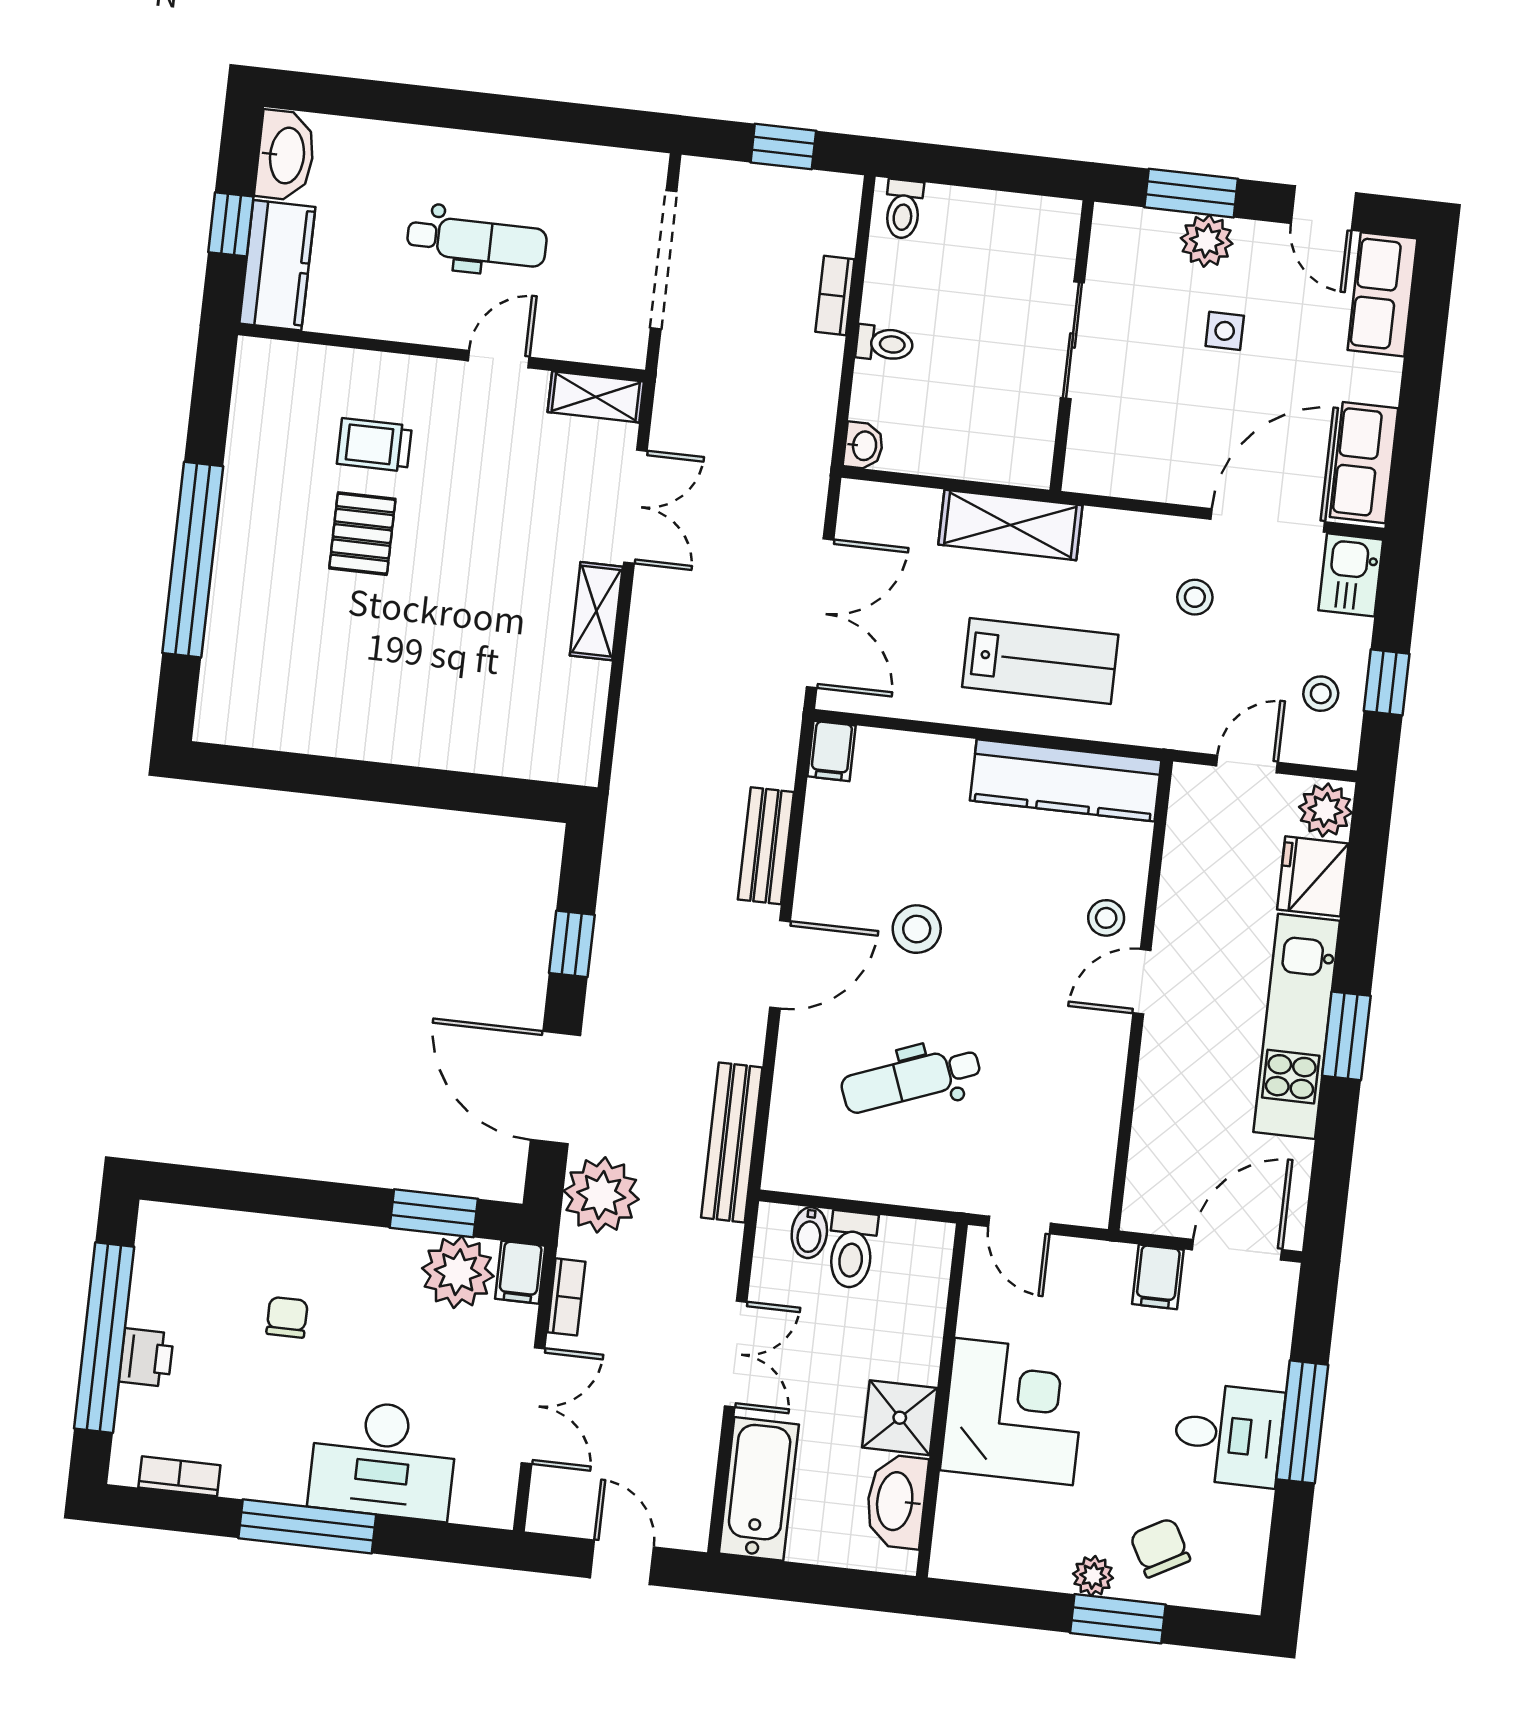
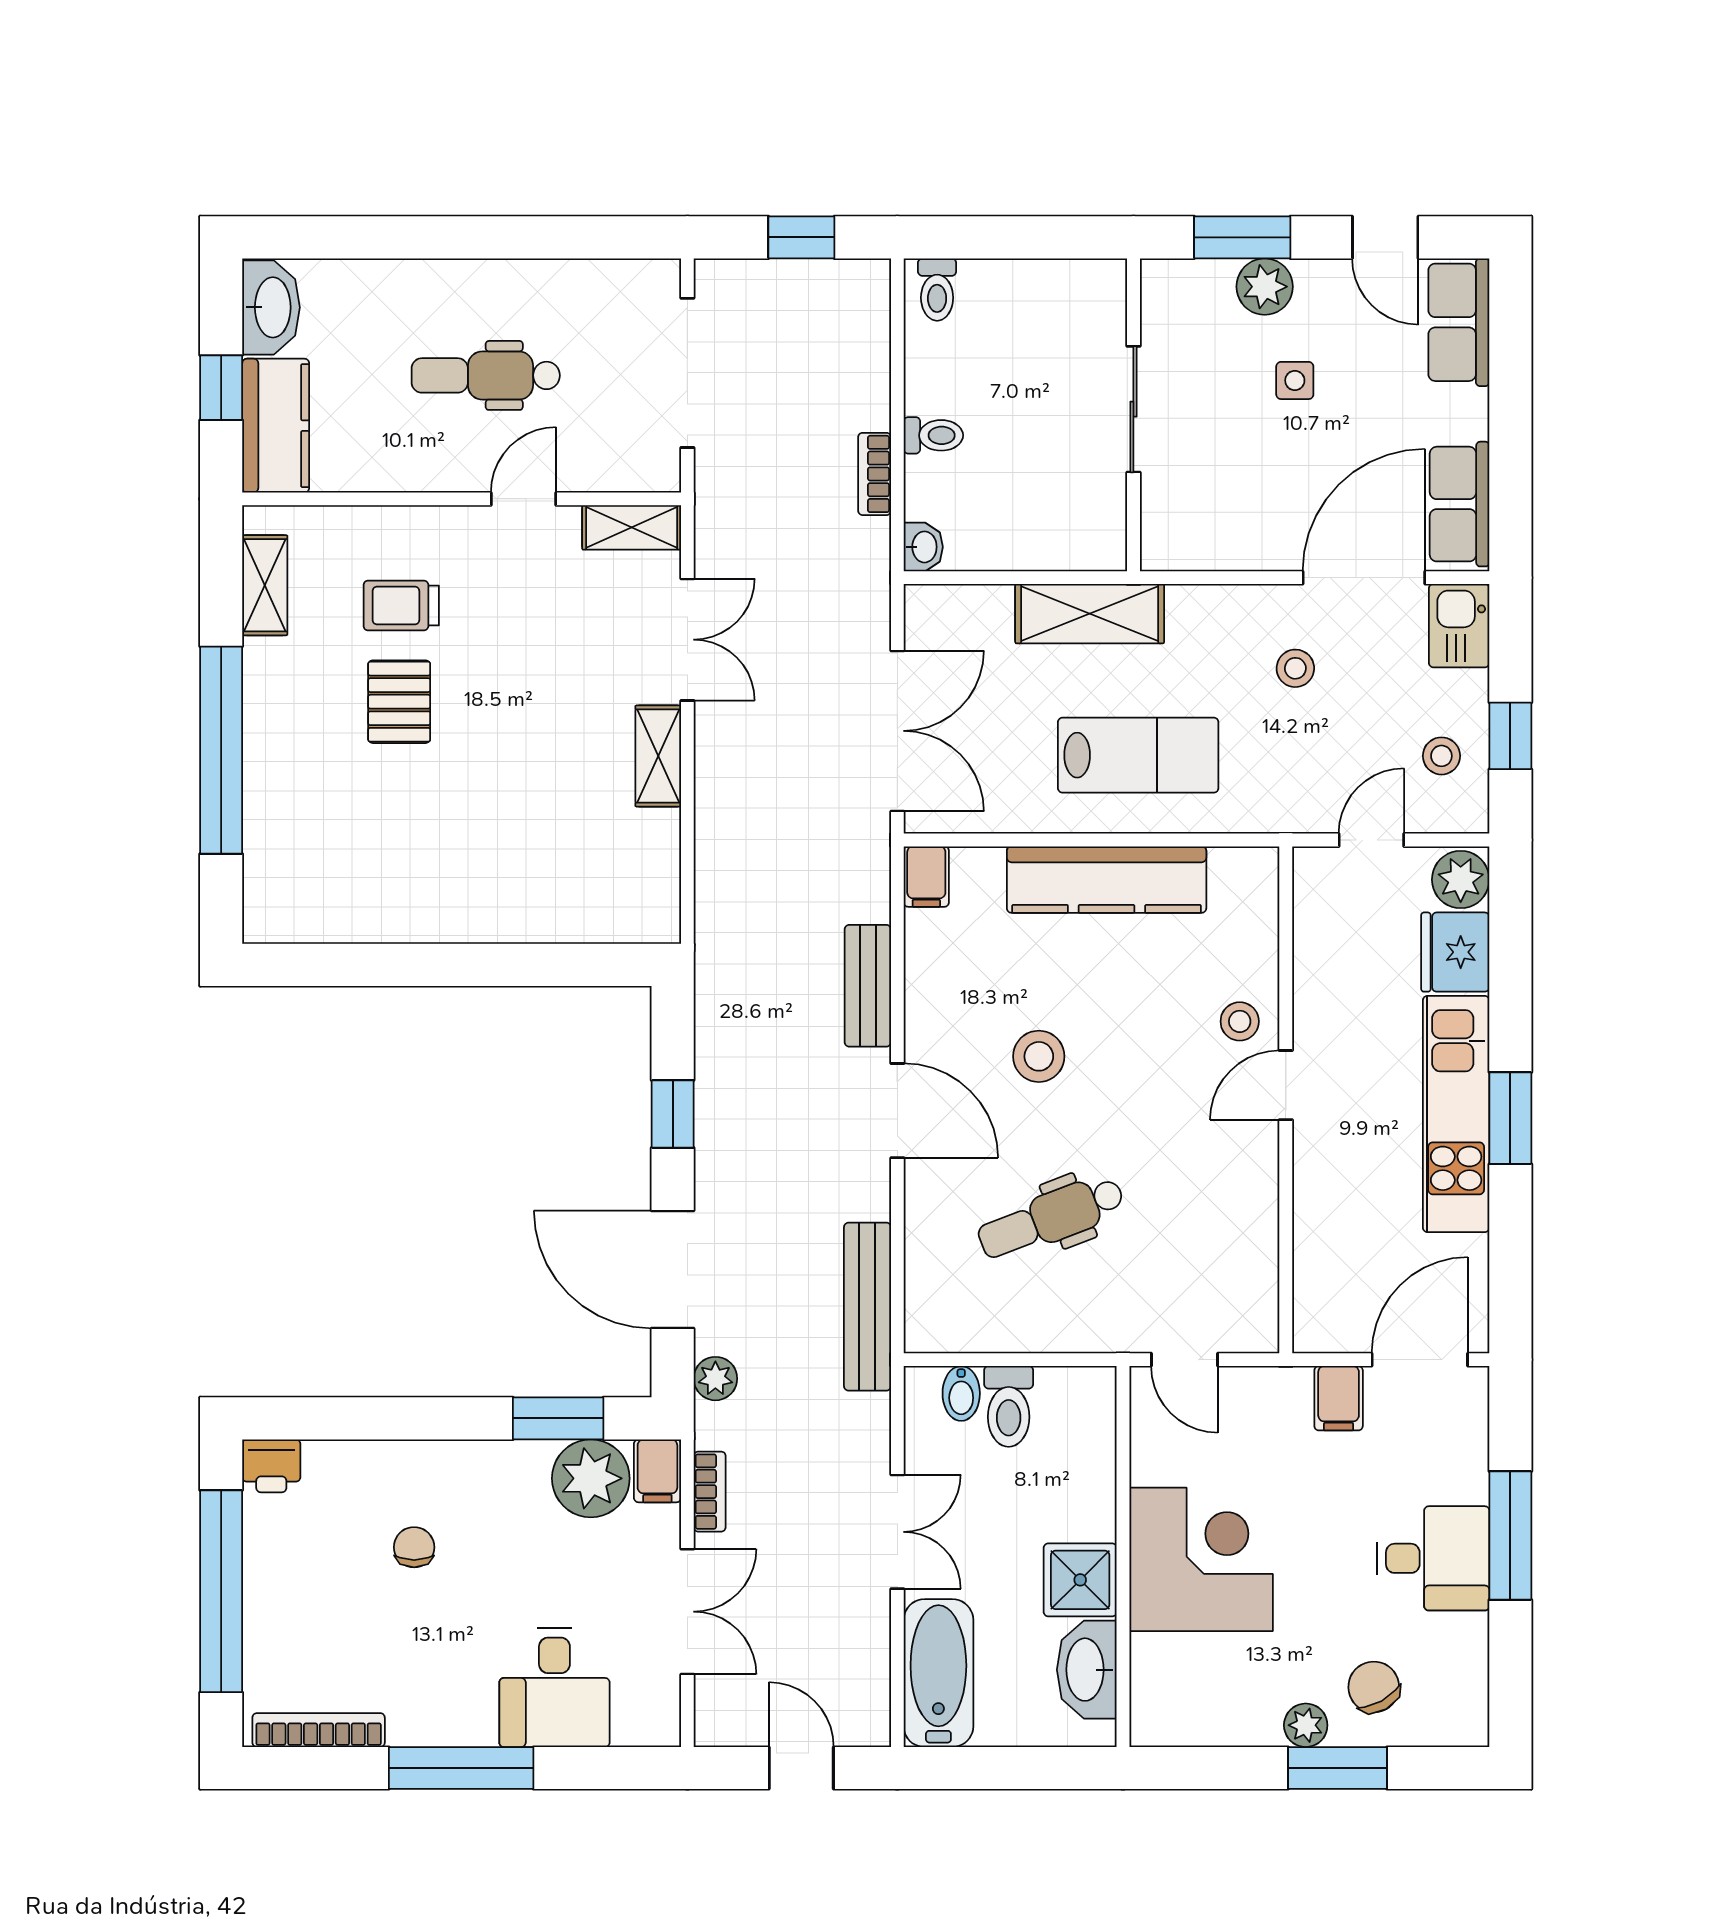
dental chair: (477, 241) -> (486, 375), turned 180
bookcase: (835, 295) -> (875, 474), moved
shelving: (250, 412) -> (265, 585), added
kitchen counter: (1066, 780) -> (1107, 880), moved
door: (780, 964) -> (897, 1111), hinge flipped
plant: (601, 1195) -> (715, 1379), width x0.53, depth x0.53
printer: (146, 1358) -> (271, 1466), moved, turned 90
desk: (383, 1460) -> (554, 1687), width x0.73
bookcase: (179, 1476) -> (319, 1730), width x1.56

